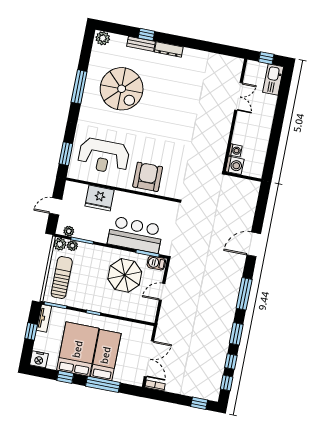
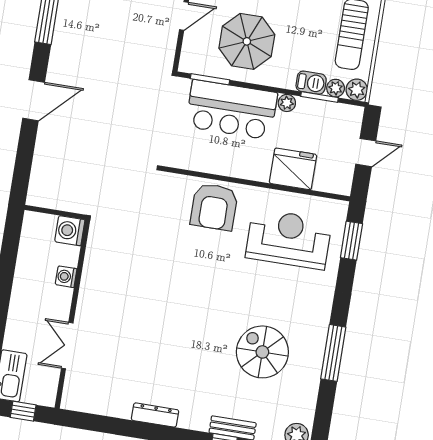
dresser: (169, 49) -> (155, 415), moved
spiral stairs: (122, 89) -> (262, 352), width x0.73, depth x0.73
washing machine: (235, 150) -> (66, 277), moved
plant: (69, 231) -> (287, 103), moved
barbecue: (156, 263) -> (311, 83), moved

